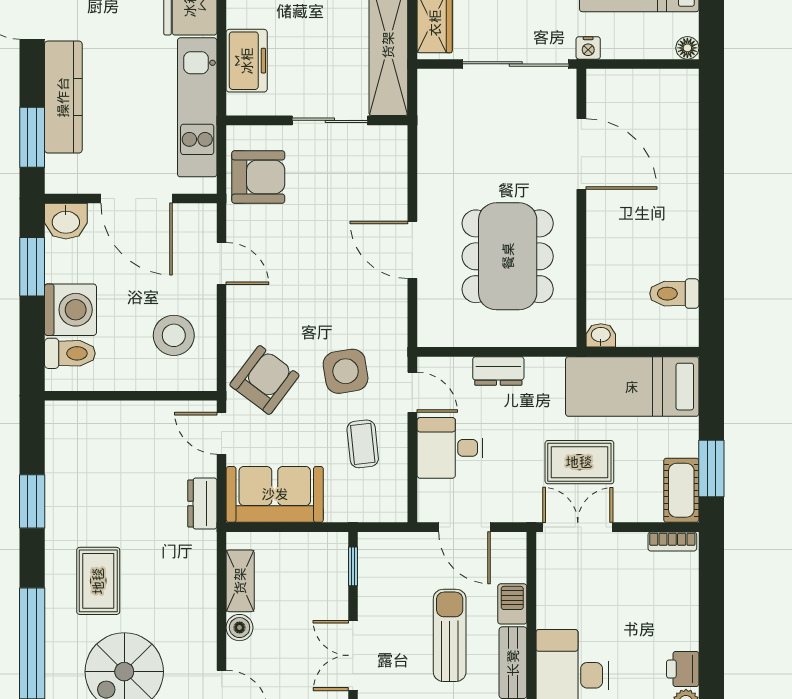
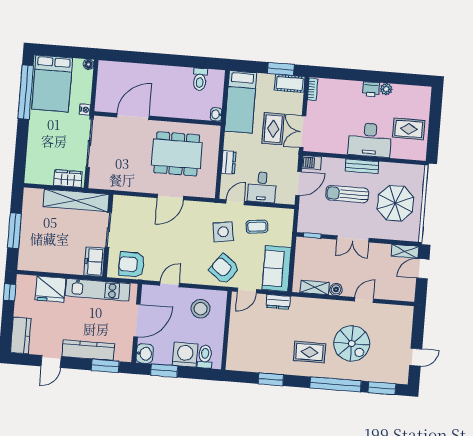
freezer: (247, 61) -> (94, 262), moved, turned -90
armchair: (258, 177) -> (132, 264), turned -90
barbecue: (512, 604) -> (312, 163), moved

